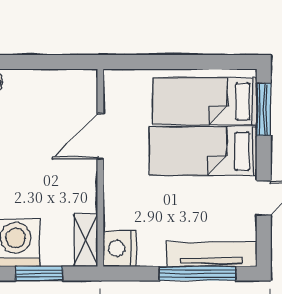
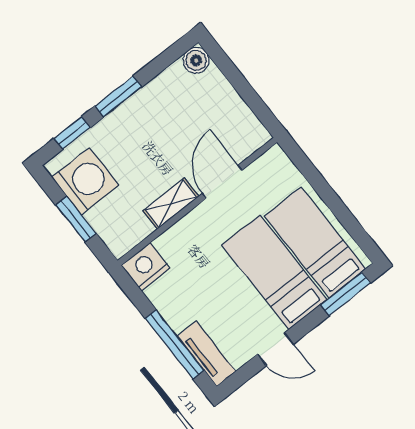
door: (100, 136) -> (222, 182), hinge flipped
shelving: (86, 240) -> (171, 203), moved
tv unit: (212, 254) -> (207, 354), width x0.71

